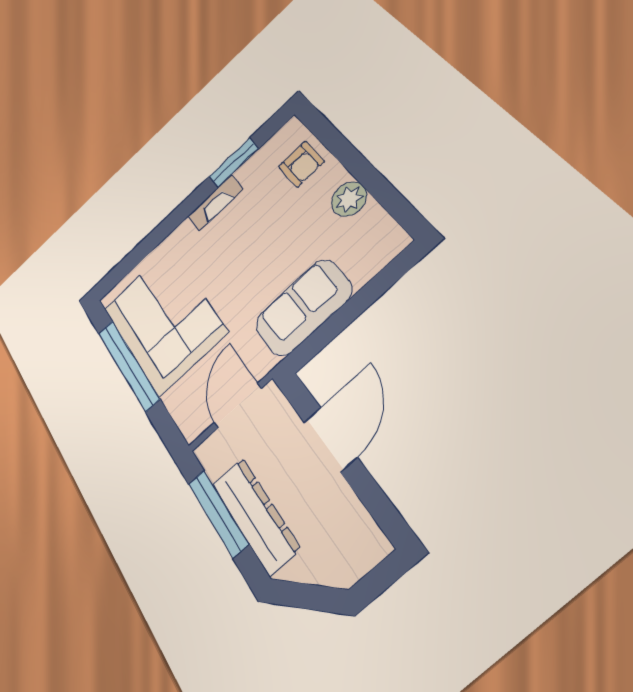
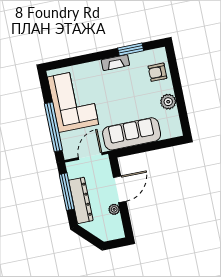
armchair: (301, 164) -> (157, 72), turned 90
sofa: (303, 307) -> (132, 134), width x1.36
window: (128, 365) -> (53, 127), moved
plant: (338, 494) -> (114, 209), added

